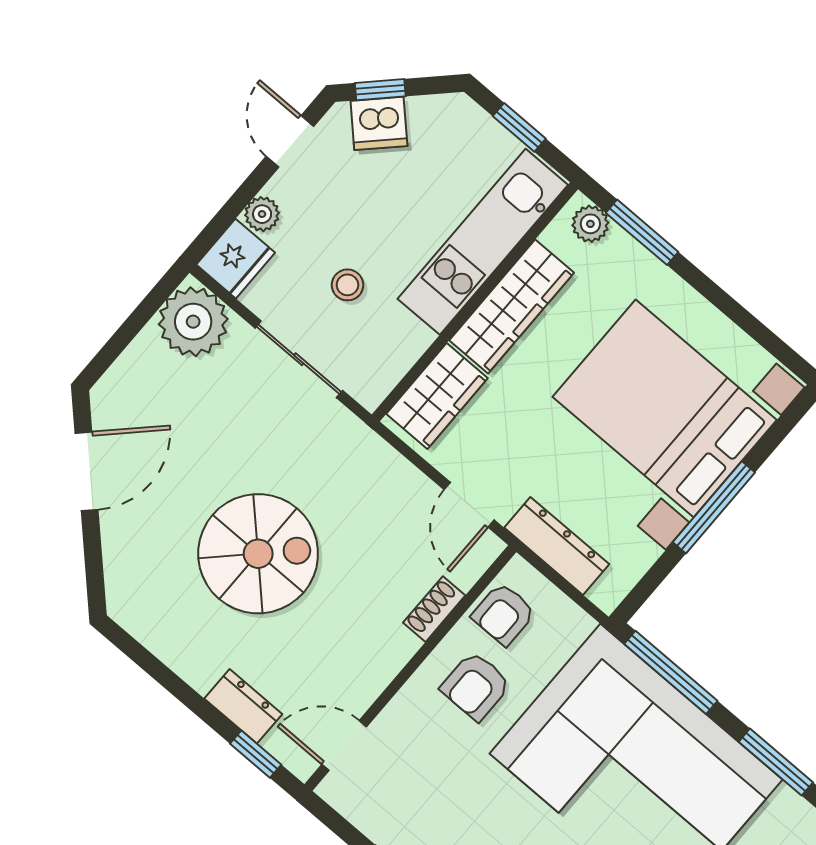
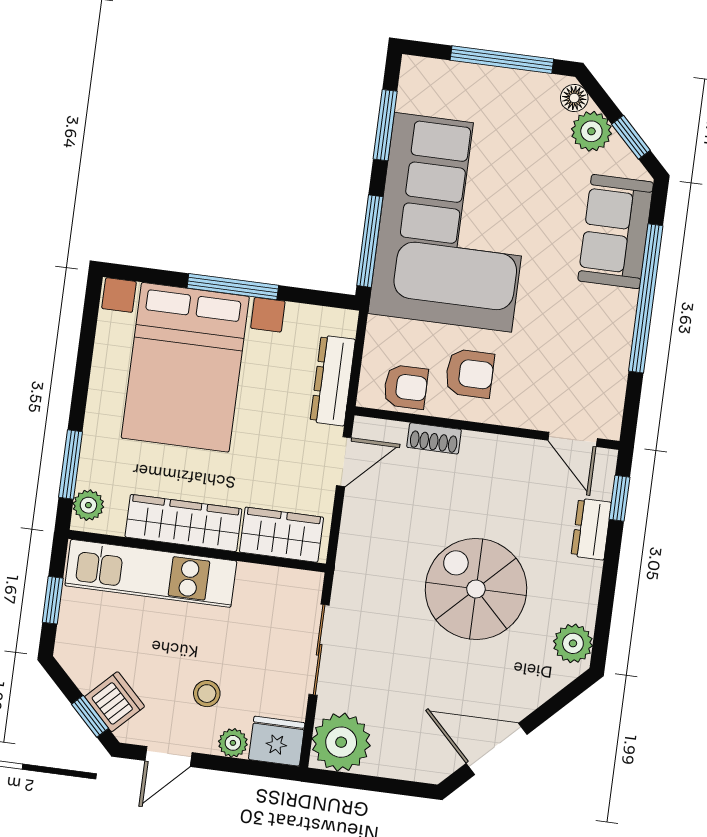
stool: (347, 285) -> (207, 694), moved
plant: (142, 615) -> (573, 643), added

